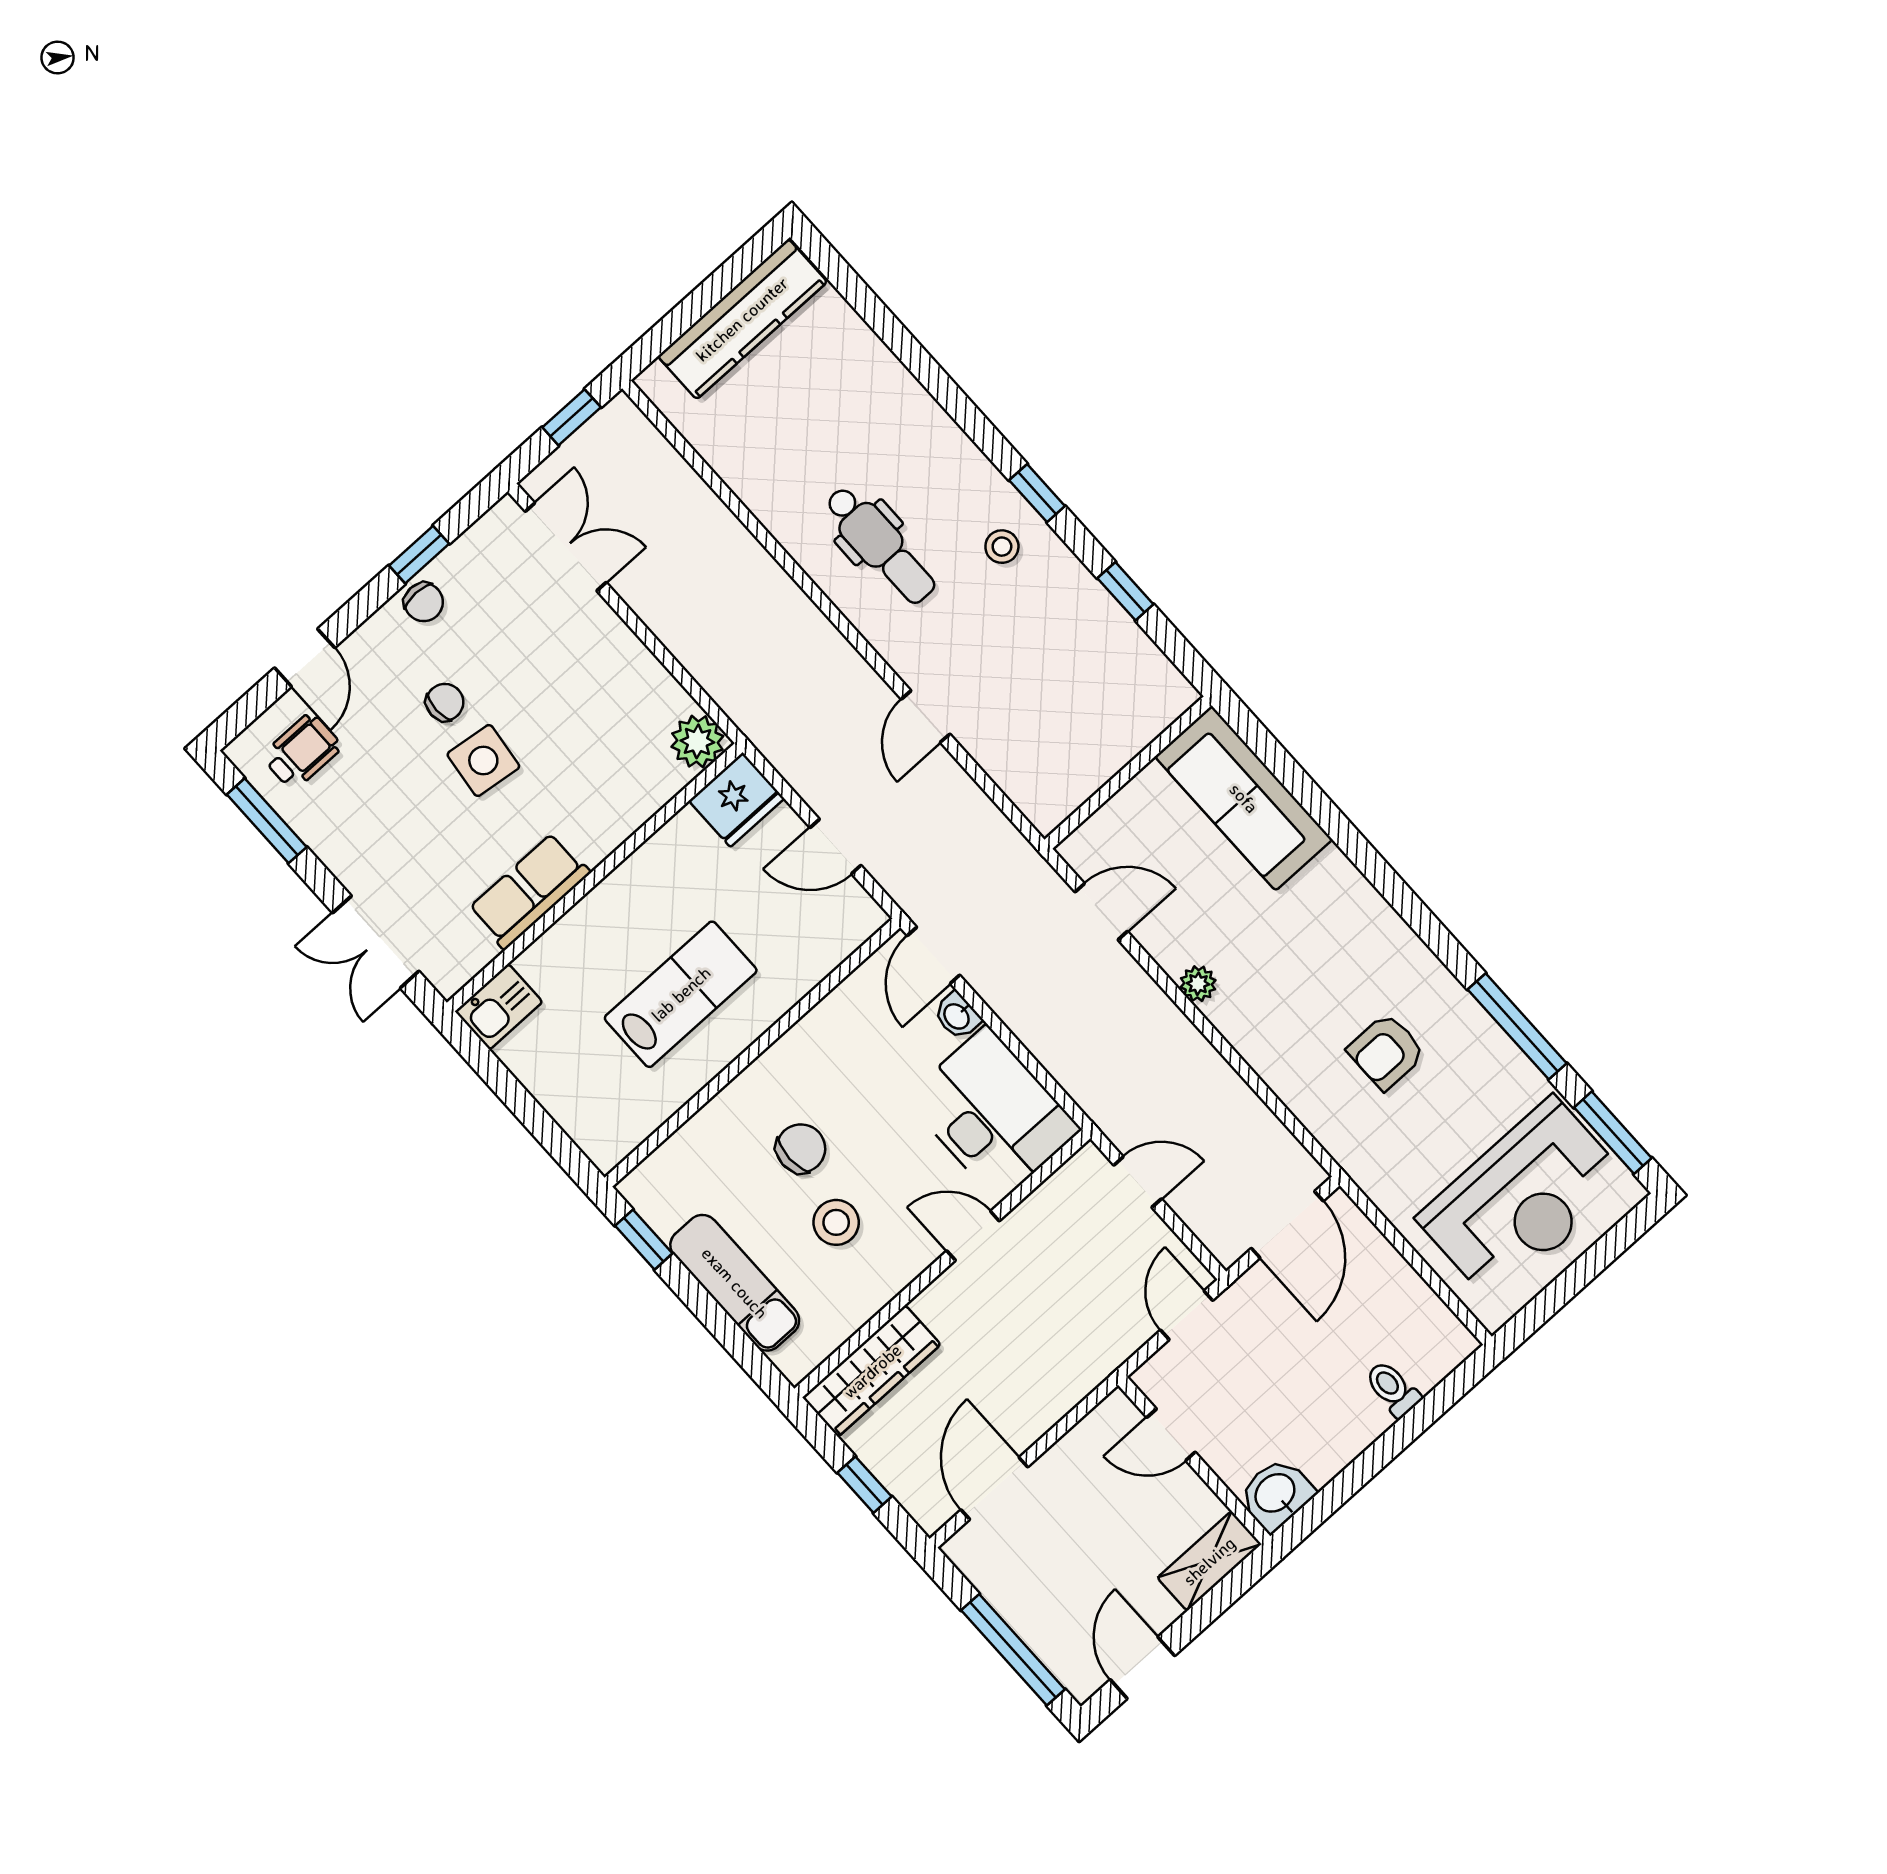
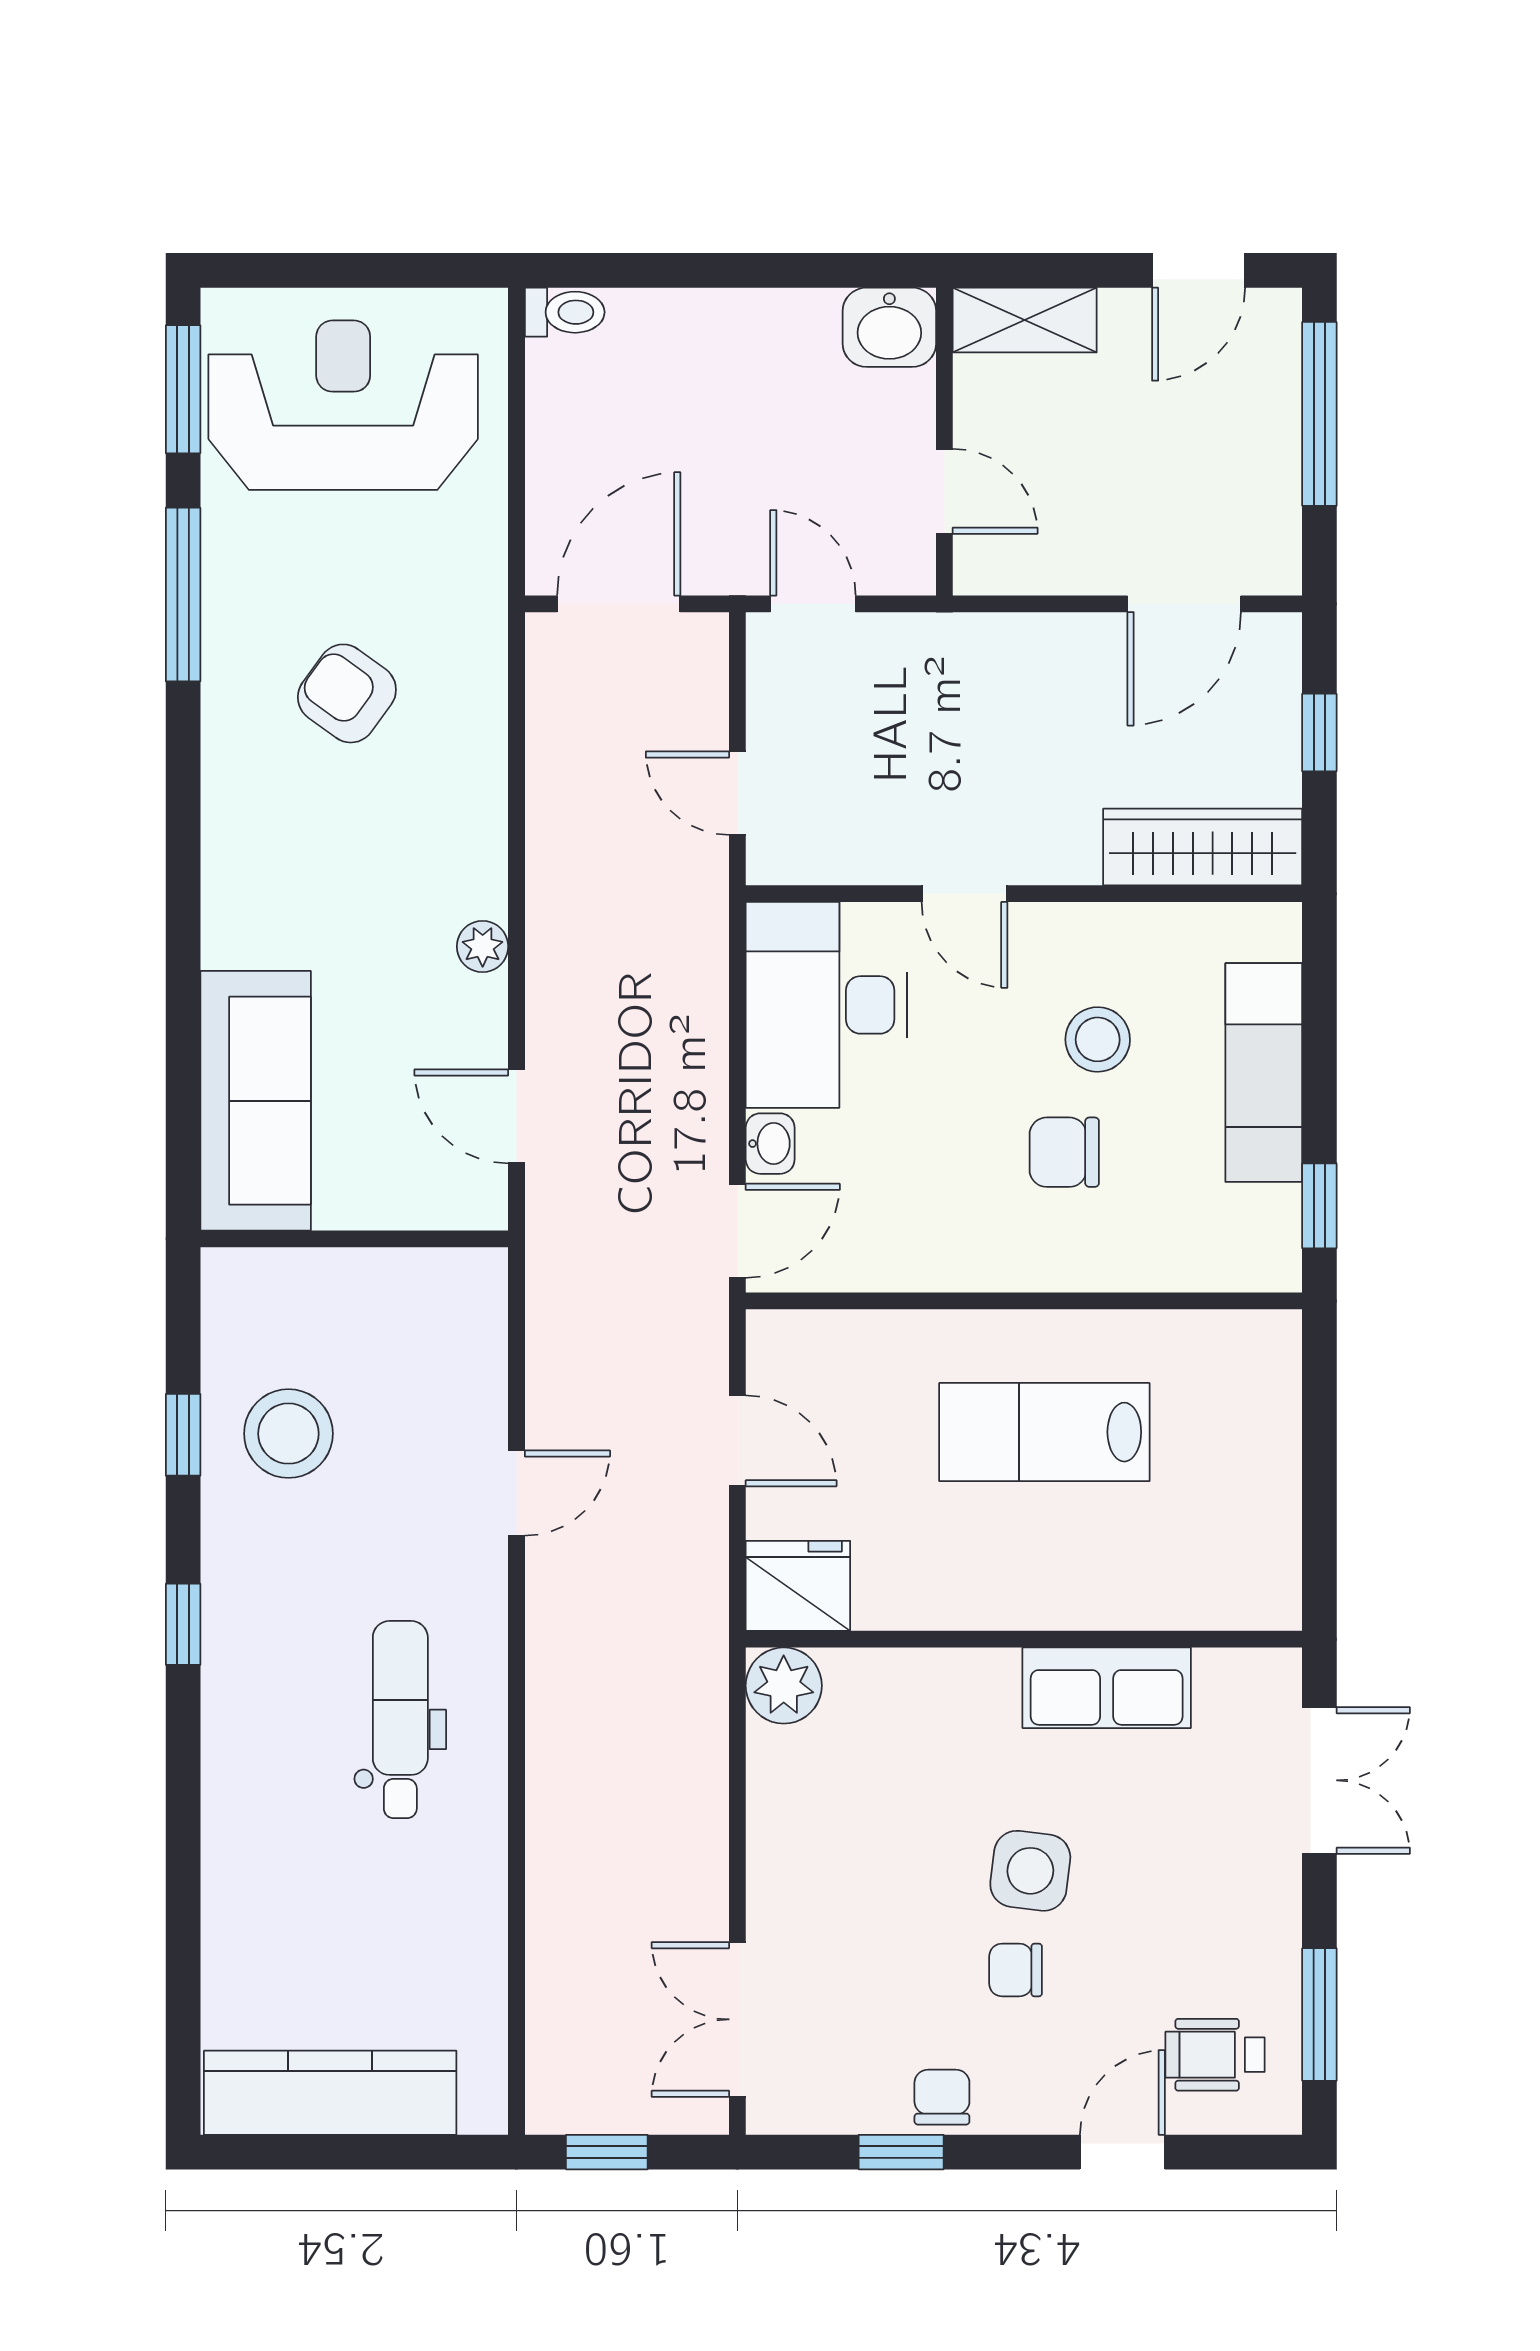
stool: (1002, 547) -> (288, 1434), moved, width x1.89, depth x1.89
kitchen sink: (499, 1007) -> (1250, 1593), removed
armchair: (1386, 1052) -> (347, 693), turned -144
door: (1187, 1315) -> (813, 604), swing flipped
toilet: (1393, 1389) -> (565, 312), moved, turned -90

